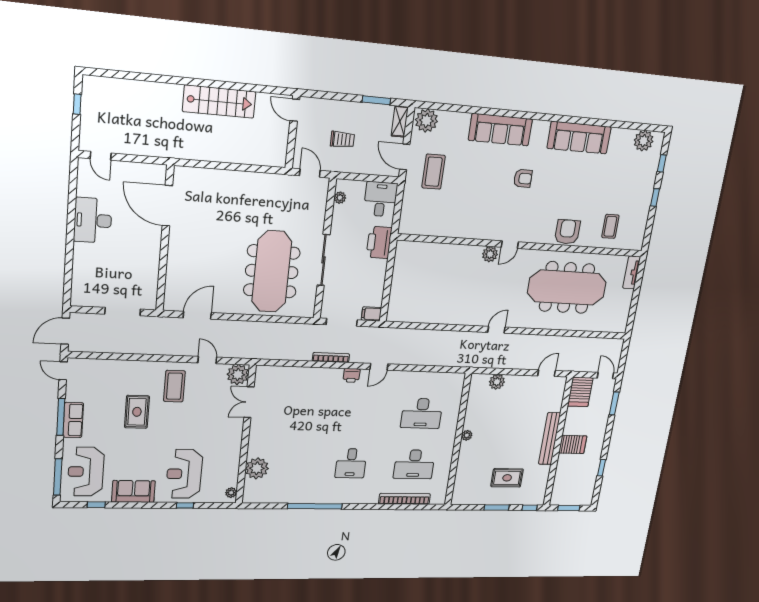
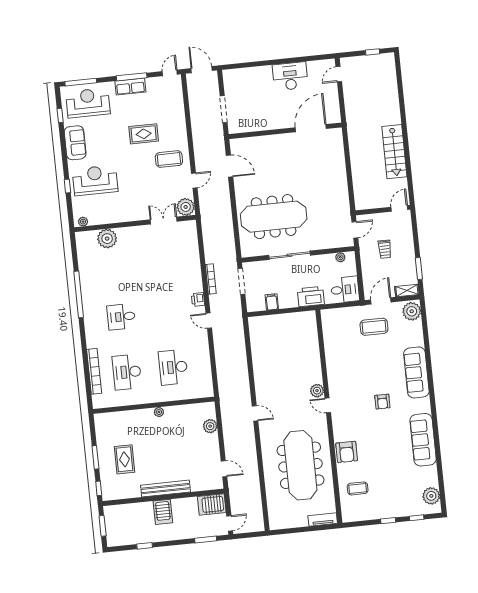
armchair: (567, 232) -> (347, 452), turned 90
filing cabinet: (371, 314) -> (272, 302), moved

